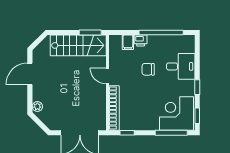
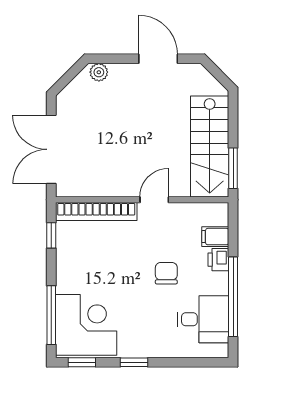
desk: (181, 66) -> (203, 319), moved, turned -90

